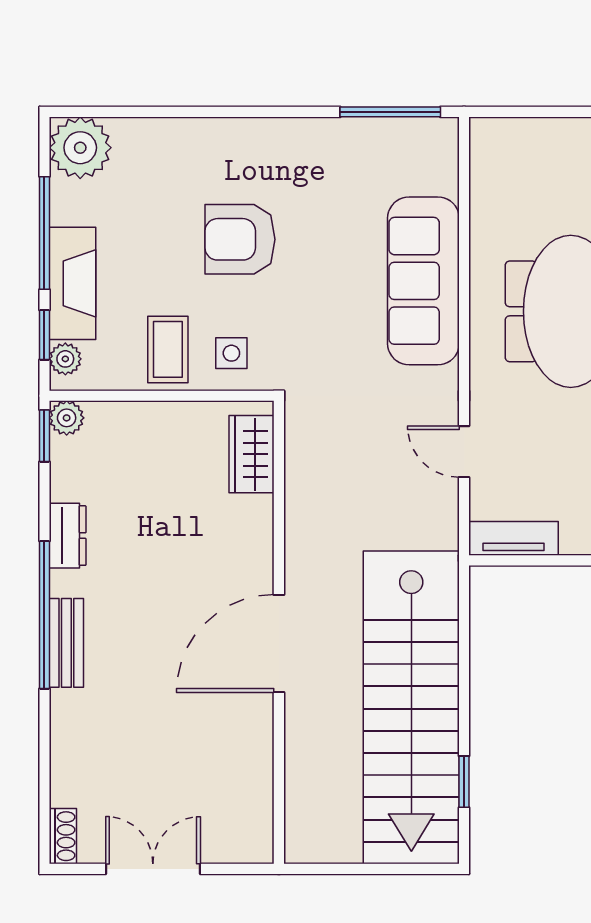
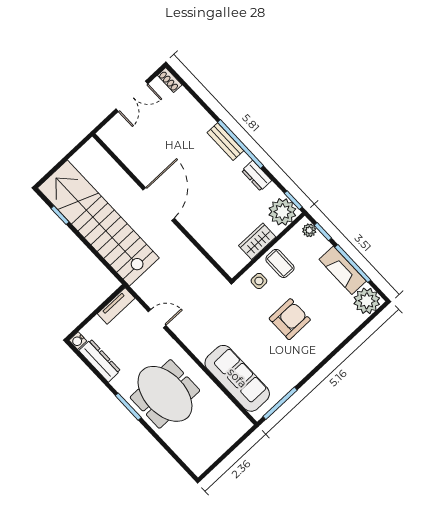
sofa: (423, 281) -> (237, 378), moved
fireplace: (73, 283) -> (343, 270), moved
plant: (67, 418) -> (282, 212), width x1.88, depth x1.88
wardrobe: (252, 454) -> (257, 241), moved, turned -90

